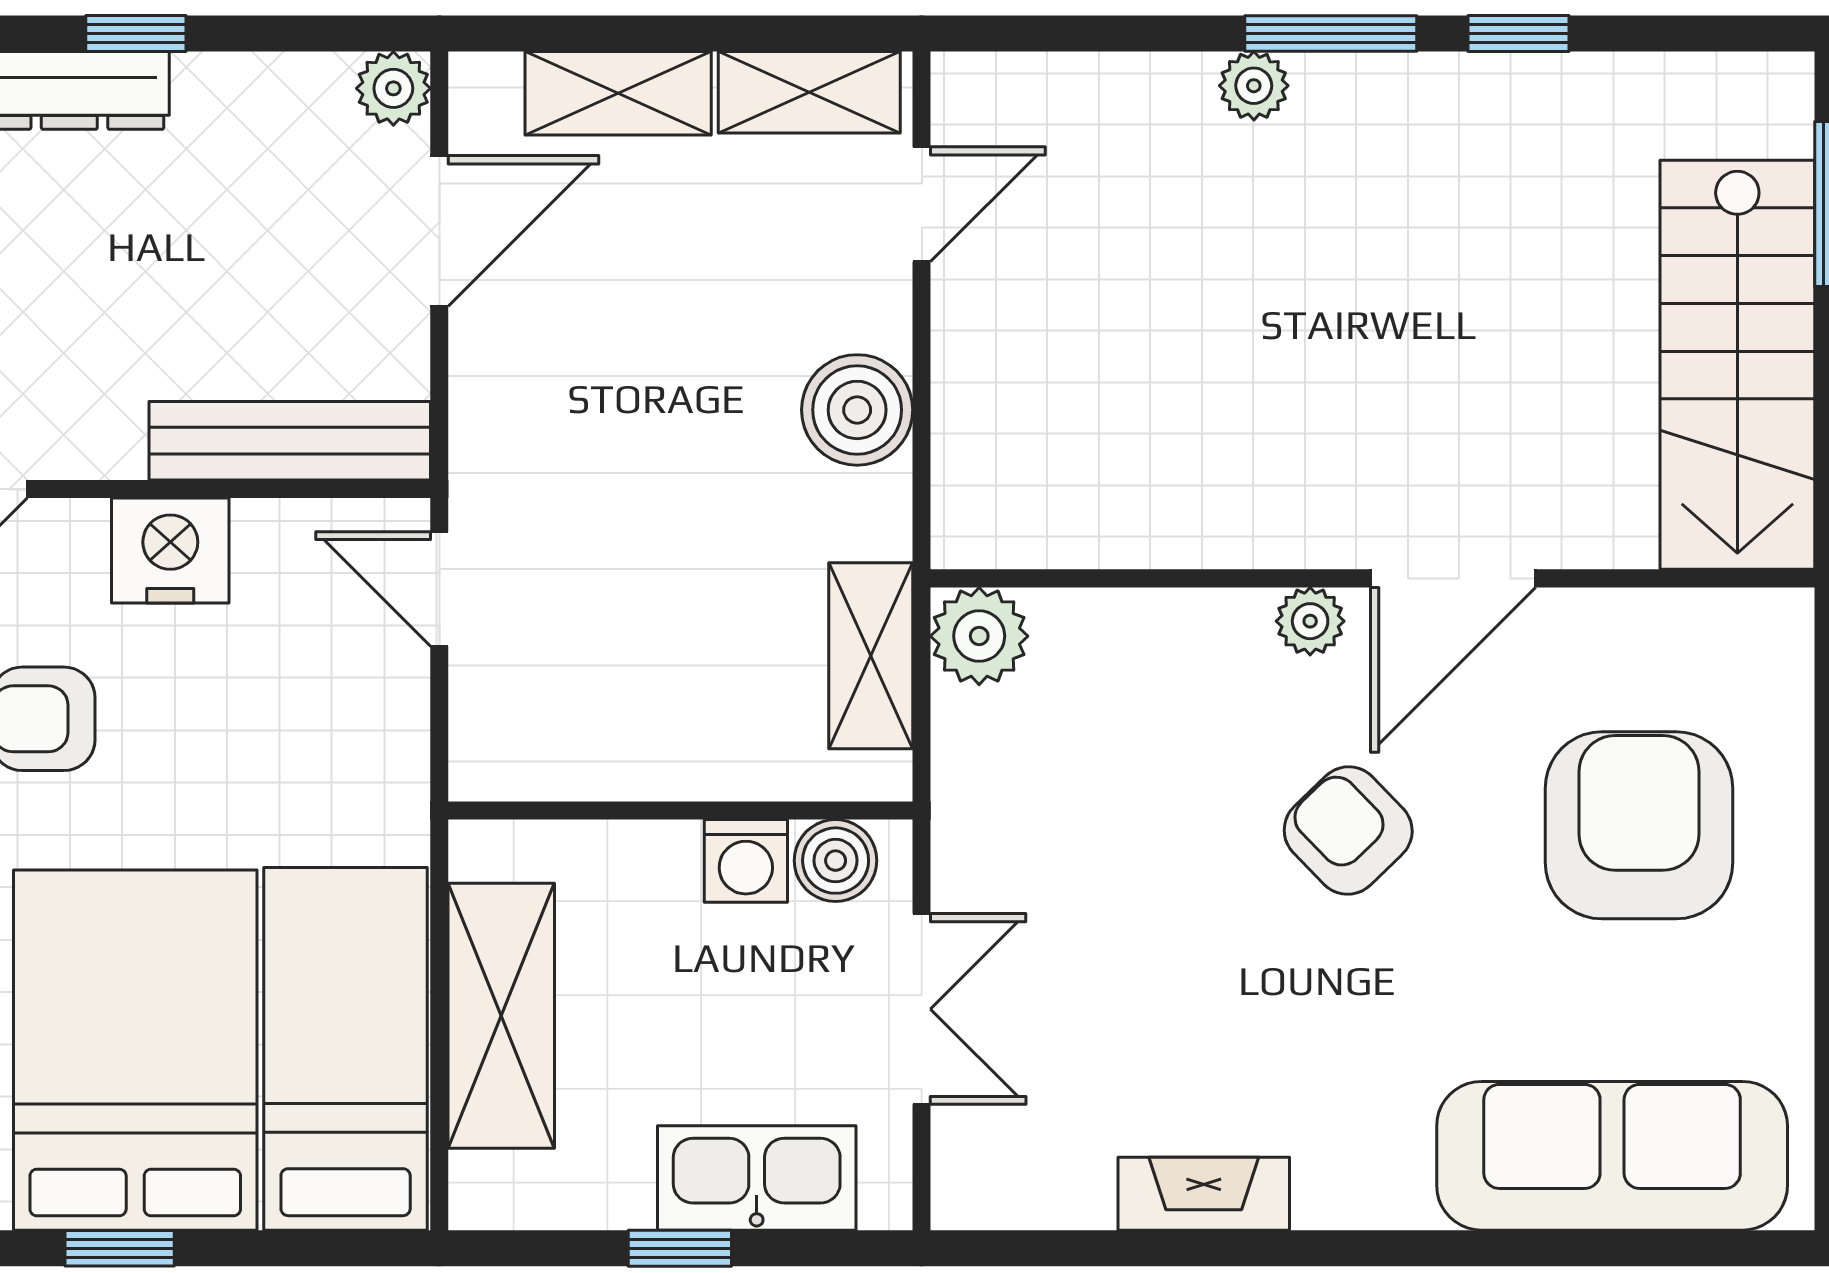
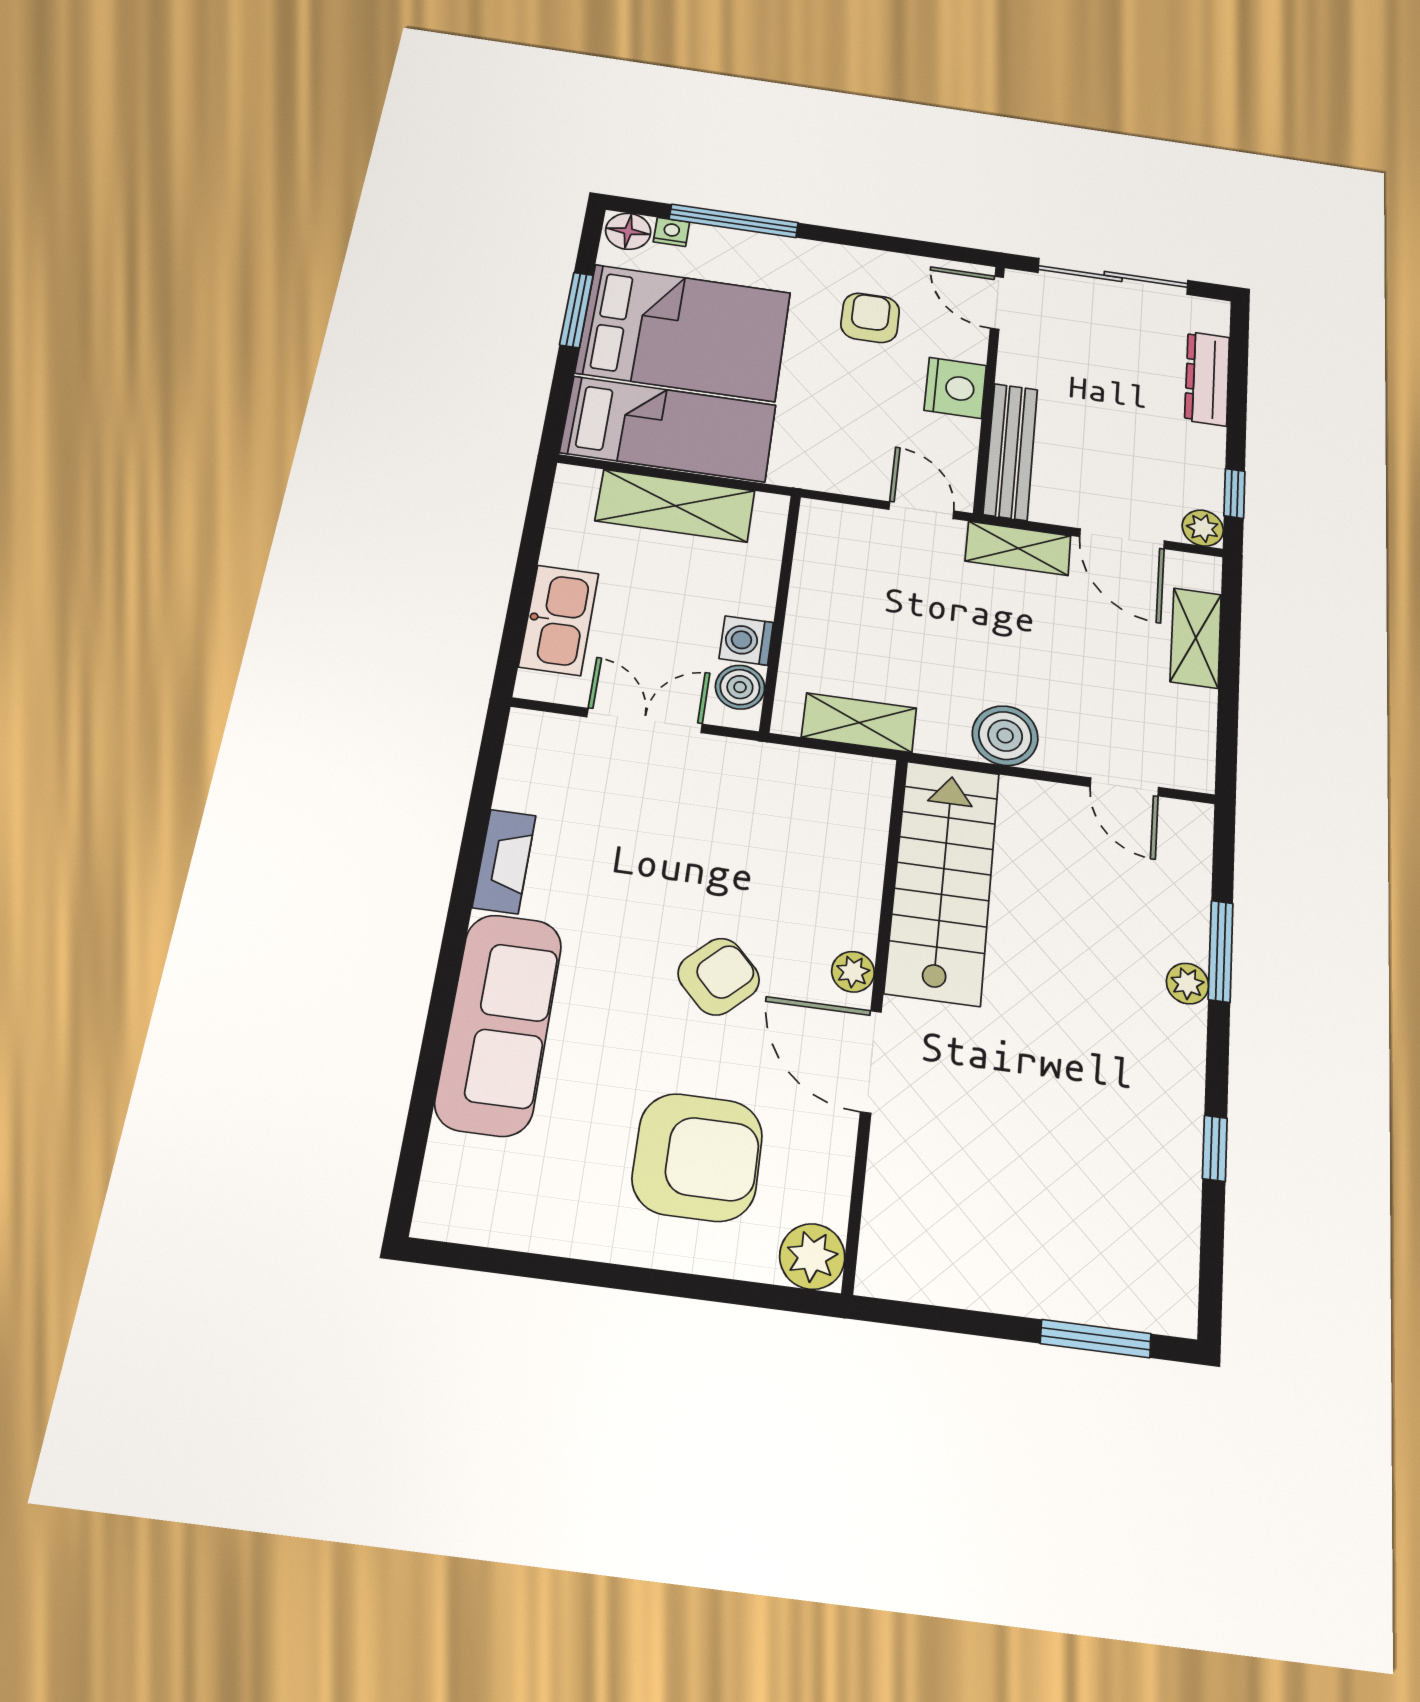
window: (136, 34) -> (1234, 493), moved
window: (1331, 34) -> (1221, 951), moved
shelving: (809, 92) -> (1018, 548), moved, turned 90
stairs: (1737, 365) -> (943, 881), moved, turned 90
door: (439, 589) -> (921, 510), hinge flipped
plant: (979, 636) -> (812, 1256), moved
double door: (922, 1009) -> (645, 720), swing flipped
sofa: (1612, 1156) -> (499, 1024), moved
window: (120, 1248) -> (577, 310), width x1.50
window: (680, 1248) -> (525, 575), removed

